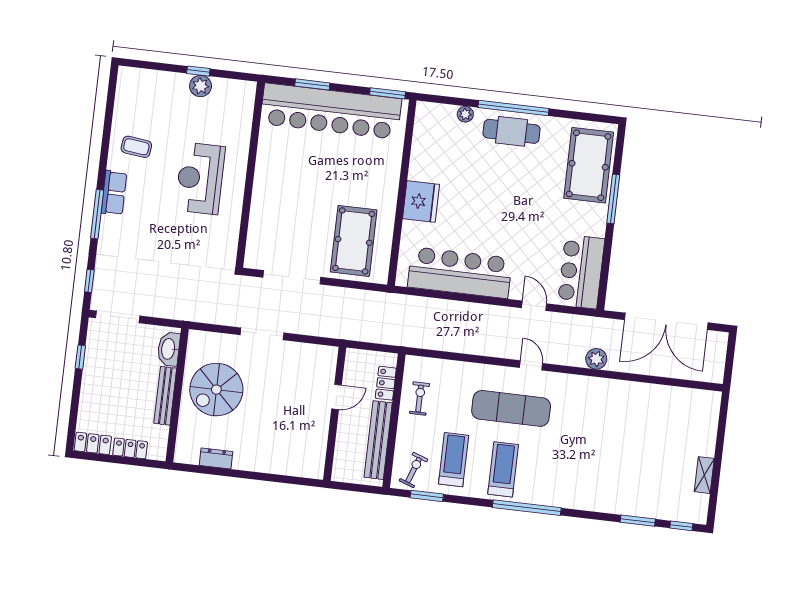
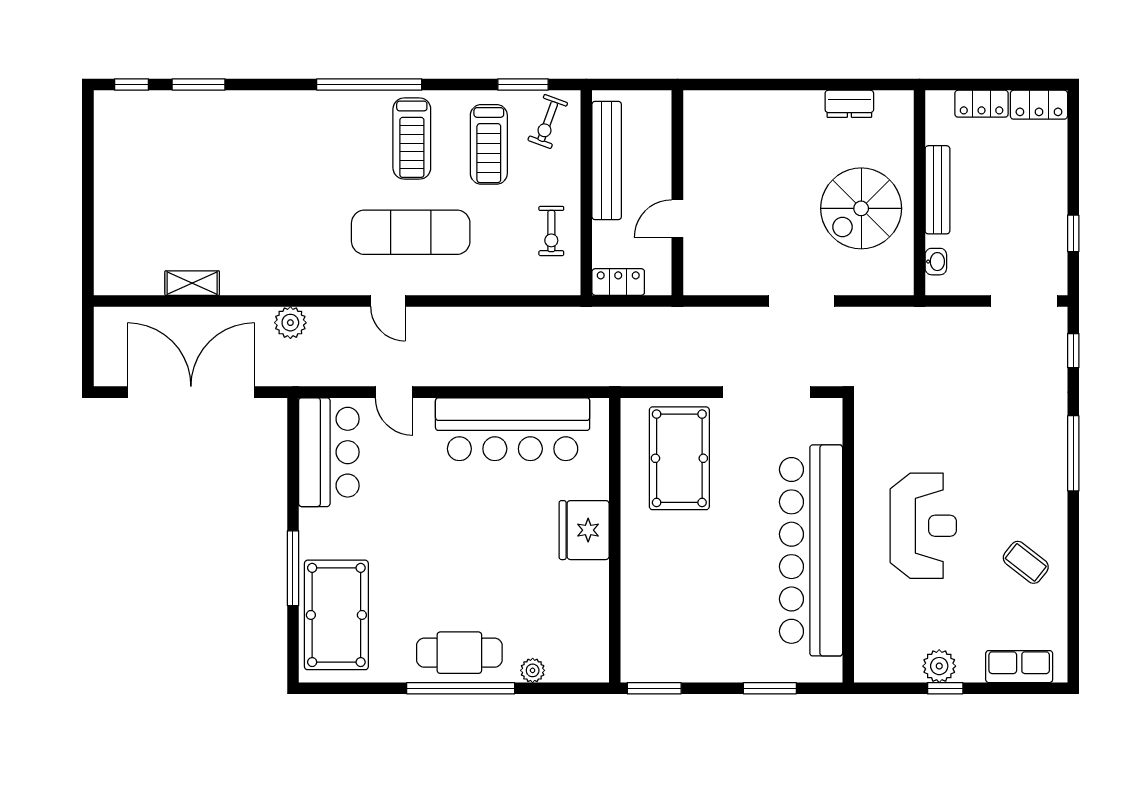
bar counter: (331, 111) -> (811, 550), moved, turned -90
coffee table: (136, 147) -> (1026, 562), turned 31
row of seats: (114, 193) -> (1019, 667), moved, turned 90
washbasin: (169, 349) -> (936, 262), width x0.52, depth x0.69
locker: (386, 383) -> (618, 282), moved, turned -90
spiral stairs: (216, 390) -> (861, 208), turned 180
shelving: (704, 475) -> (192, 283), moved, turned 90

